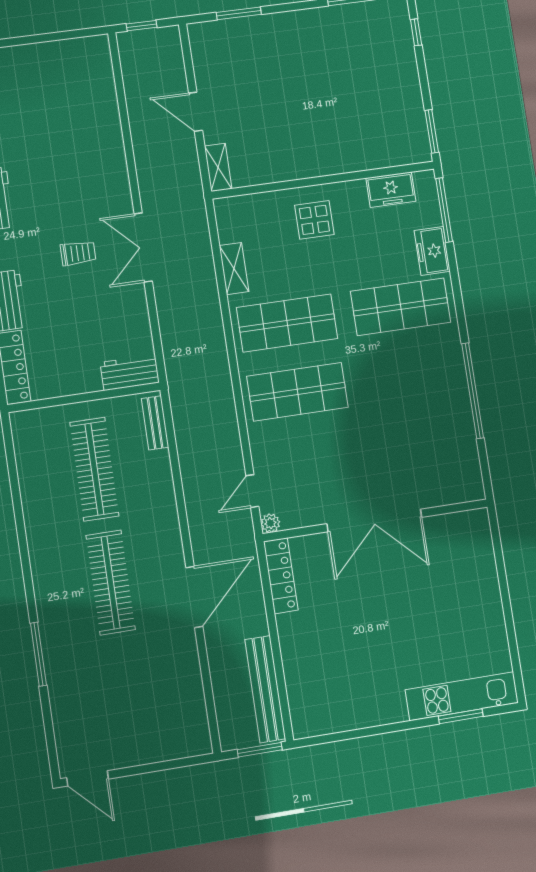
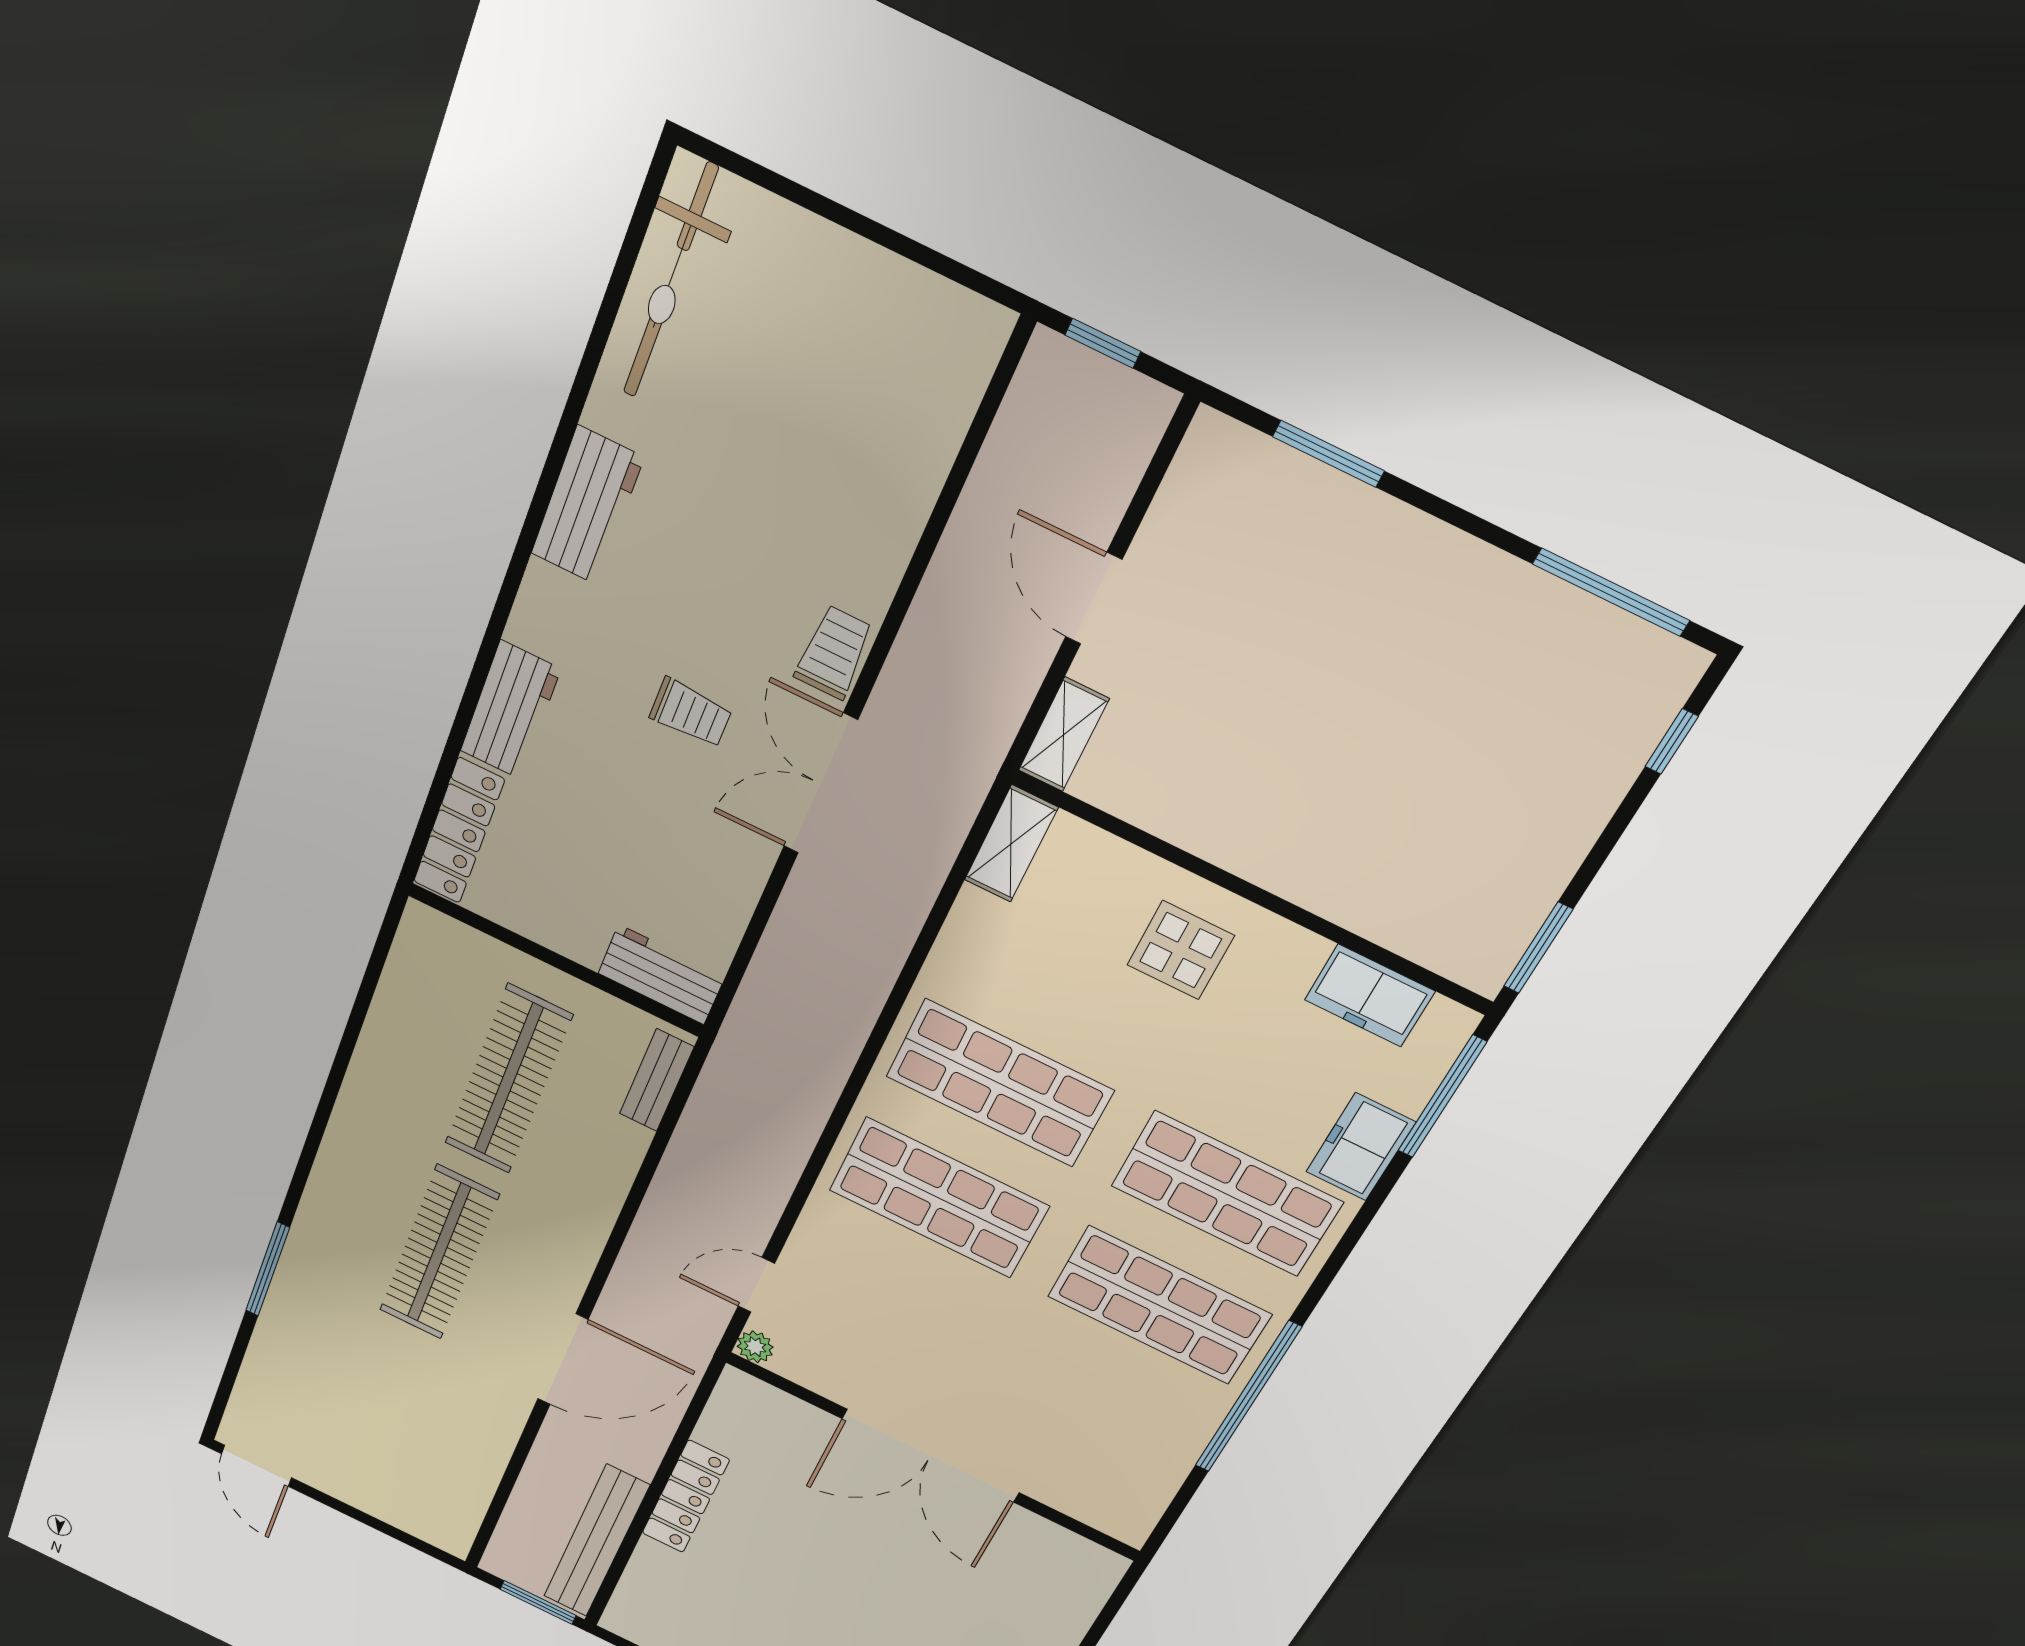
trolley: (117, 193) -> (834, 652), added
shelving: (234, 269) -> (1011, 844), moved
shop shelf: (411, 375) -> (1159, 1305), added
locker: (281, 576) -> (686, 1497), moved

